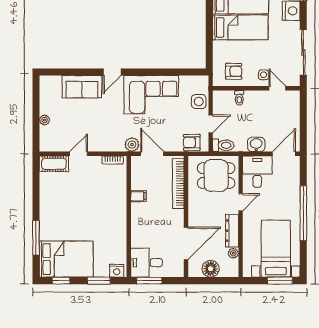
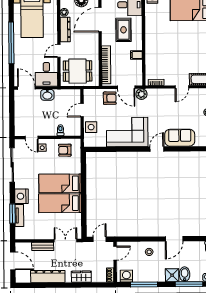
armchair: (192, 142) -> (110, 98), moved
toilet: (223, 145) -> (72, 94), removed
door: (284, 154) -> (26, 88), swing flipped
rug: (155, 230) -> (124, 30), added

